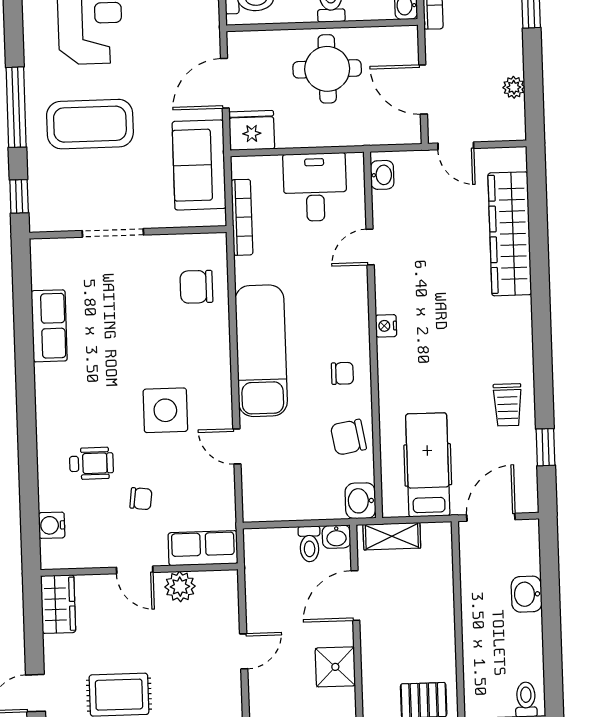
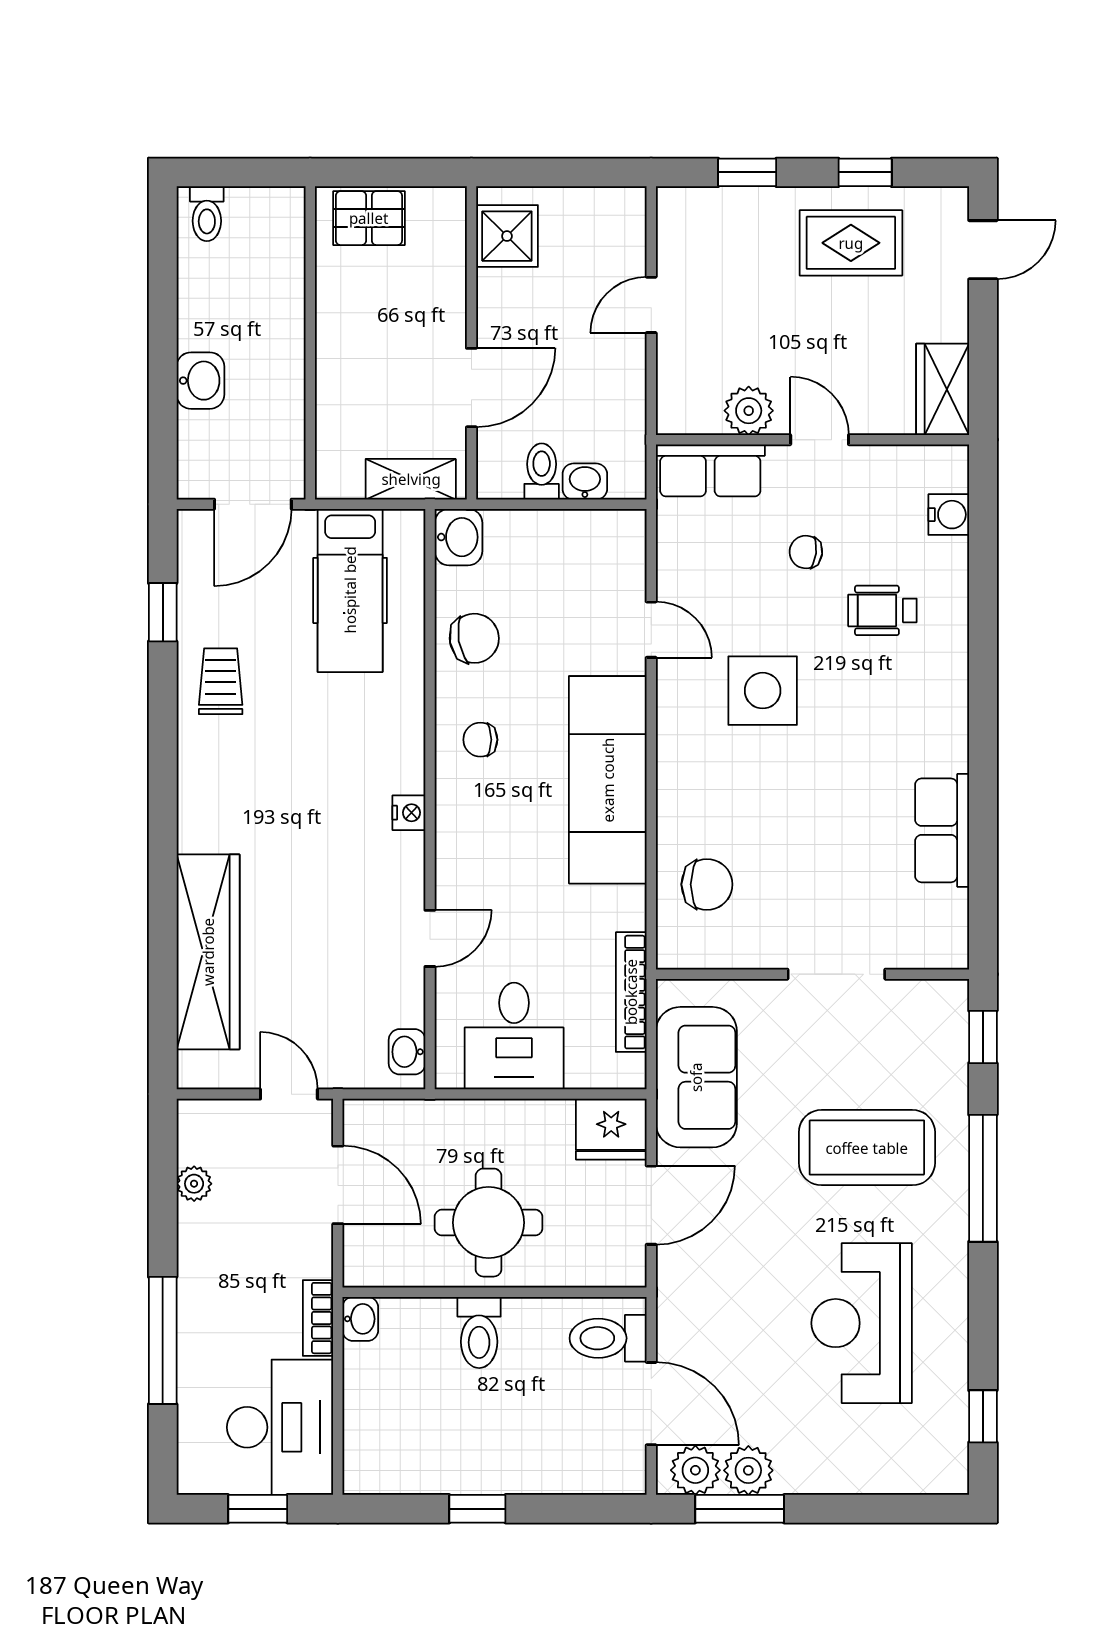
washbasin: (336, 537) -> (585, 482), moved
shower: (335, 667) -> (507, 236), moved

